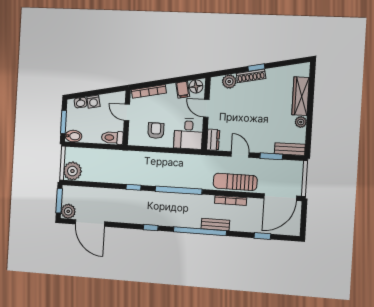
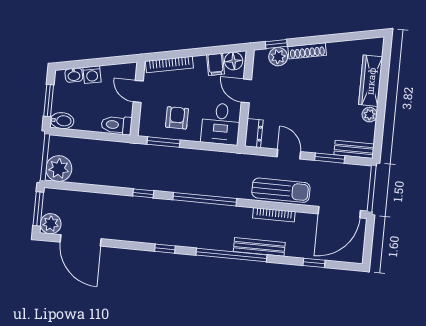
window: (256, 68) -> (276, 44), moved
window: (147, 149) -> (163, 142), added
sun lounger: (235, 182) -> (281, 190), turned 180
bench: (215, 224) -> (259, 247), width x1.36

